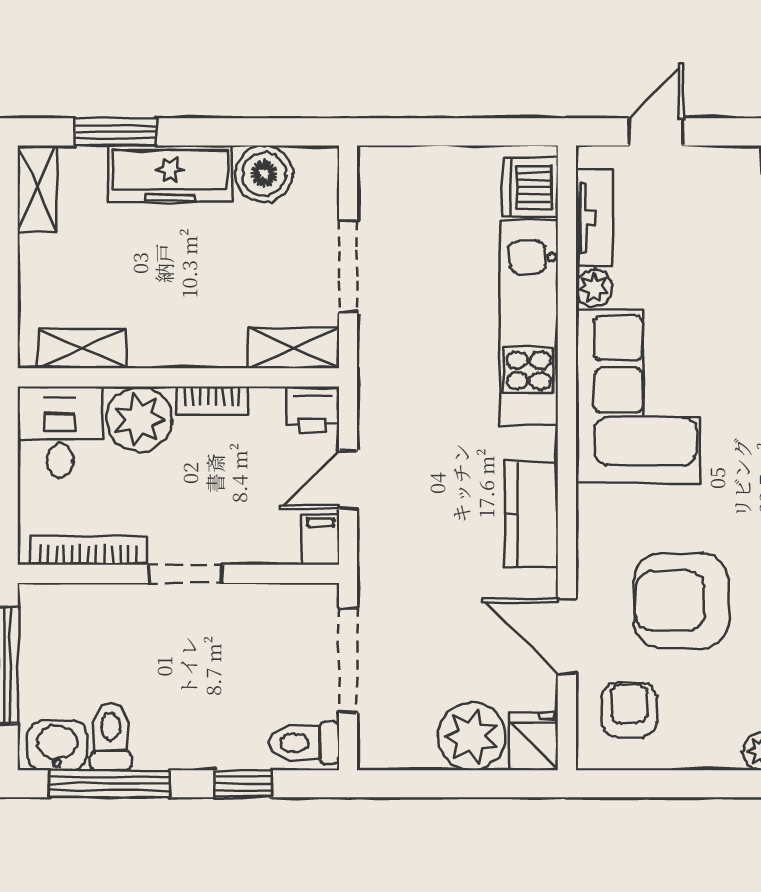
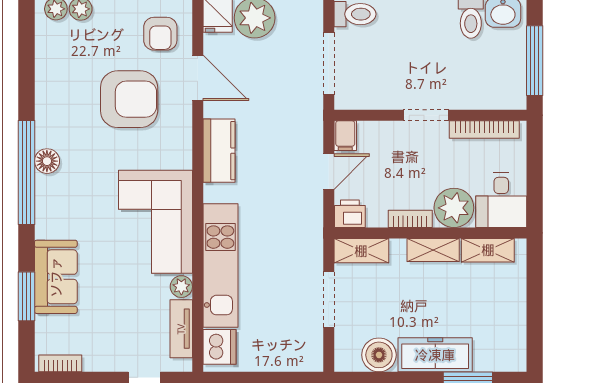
shelving: (37, 189) -> (433, 250), moved, turned 90

